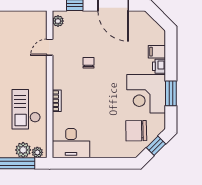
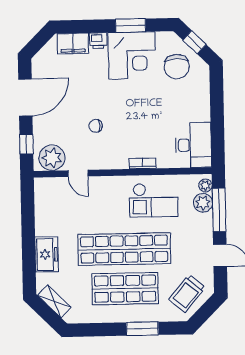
plant: (58, 21) -> (52, 158), width x1.87, depth x1.87
filing cabinet: (157, 52) -> (73, 44), width x2.00

